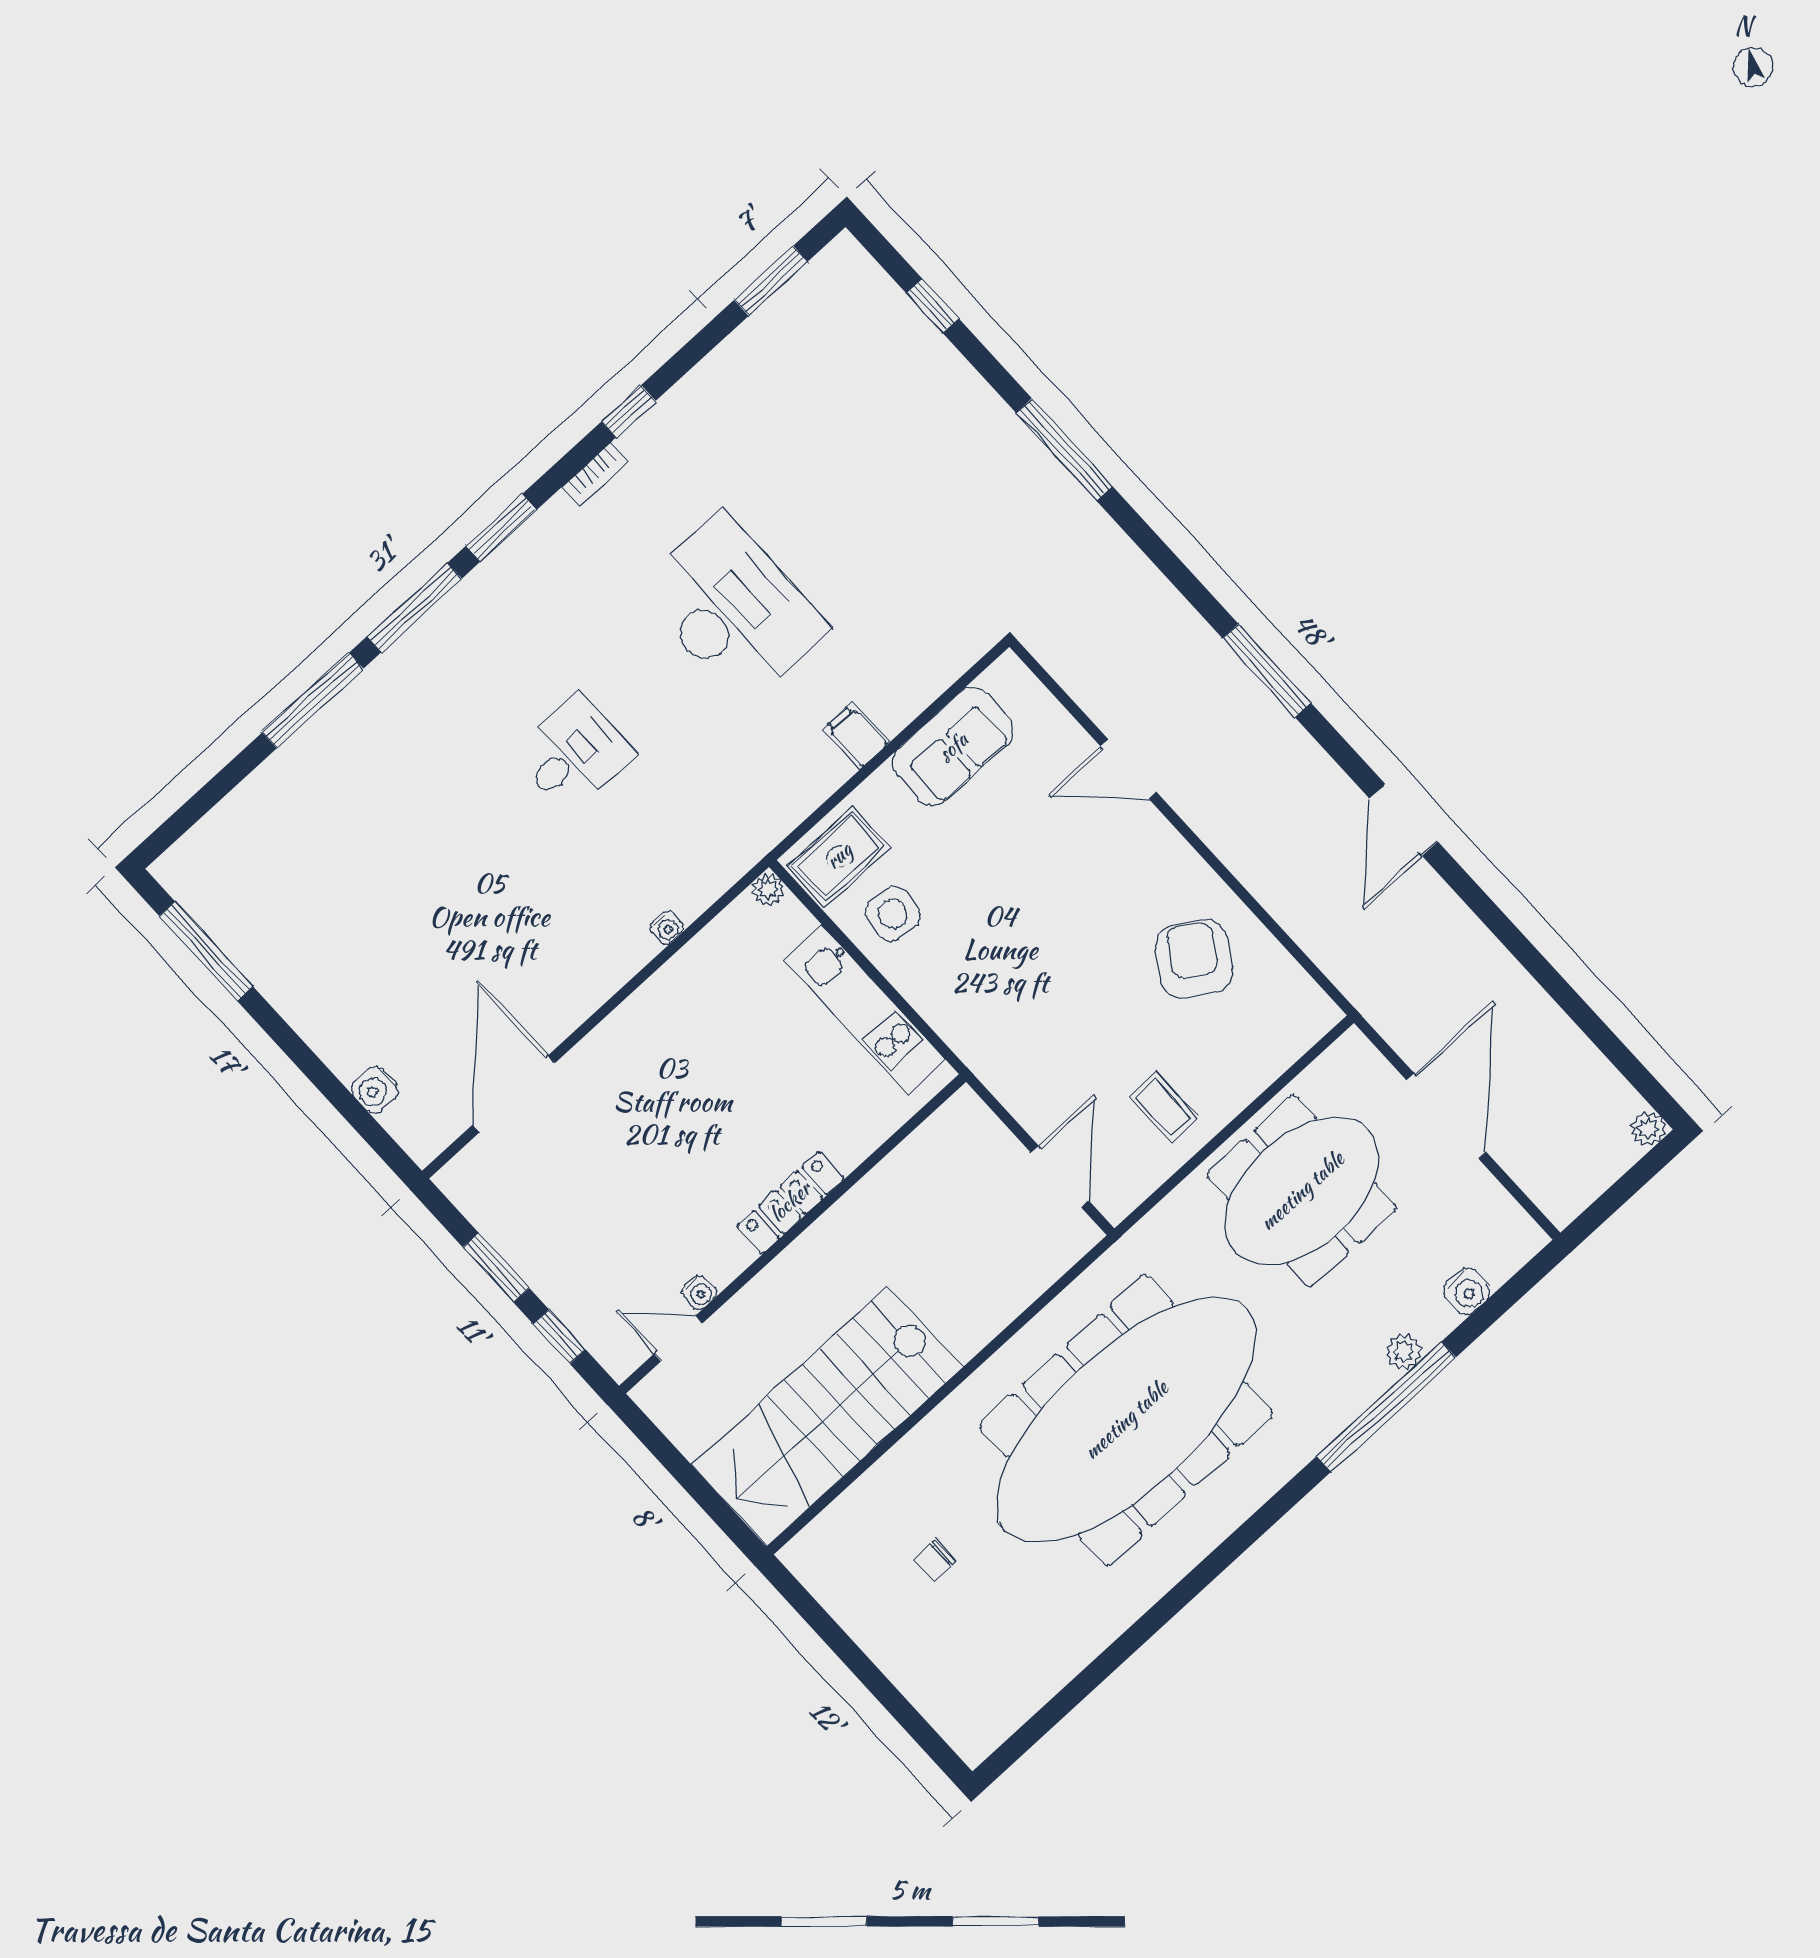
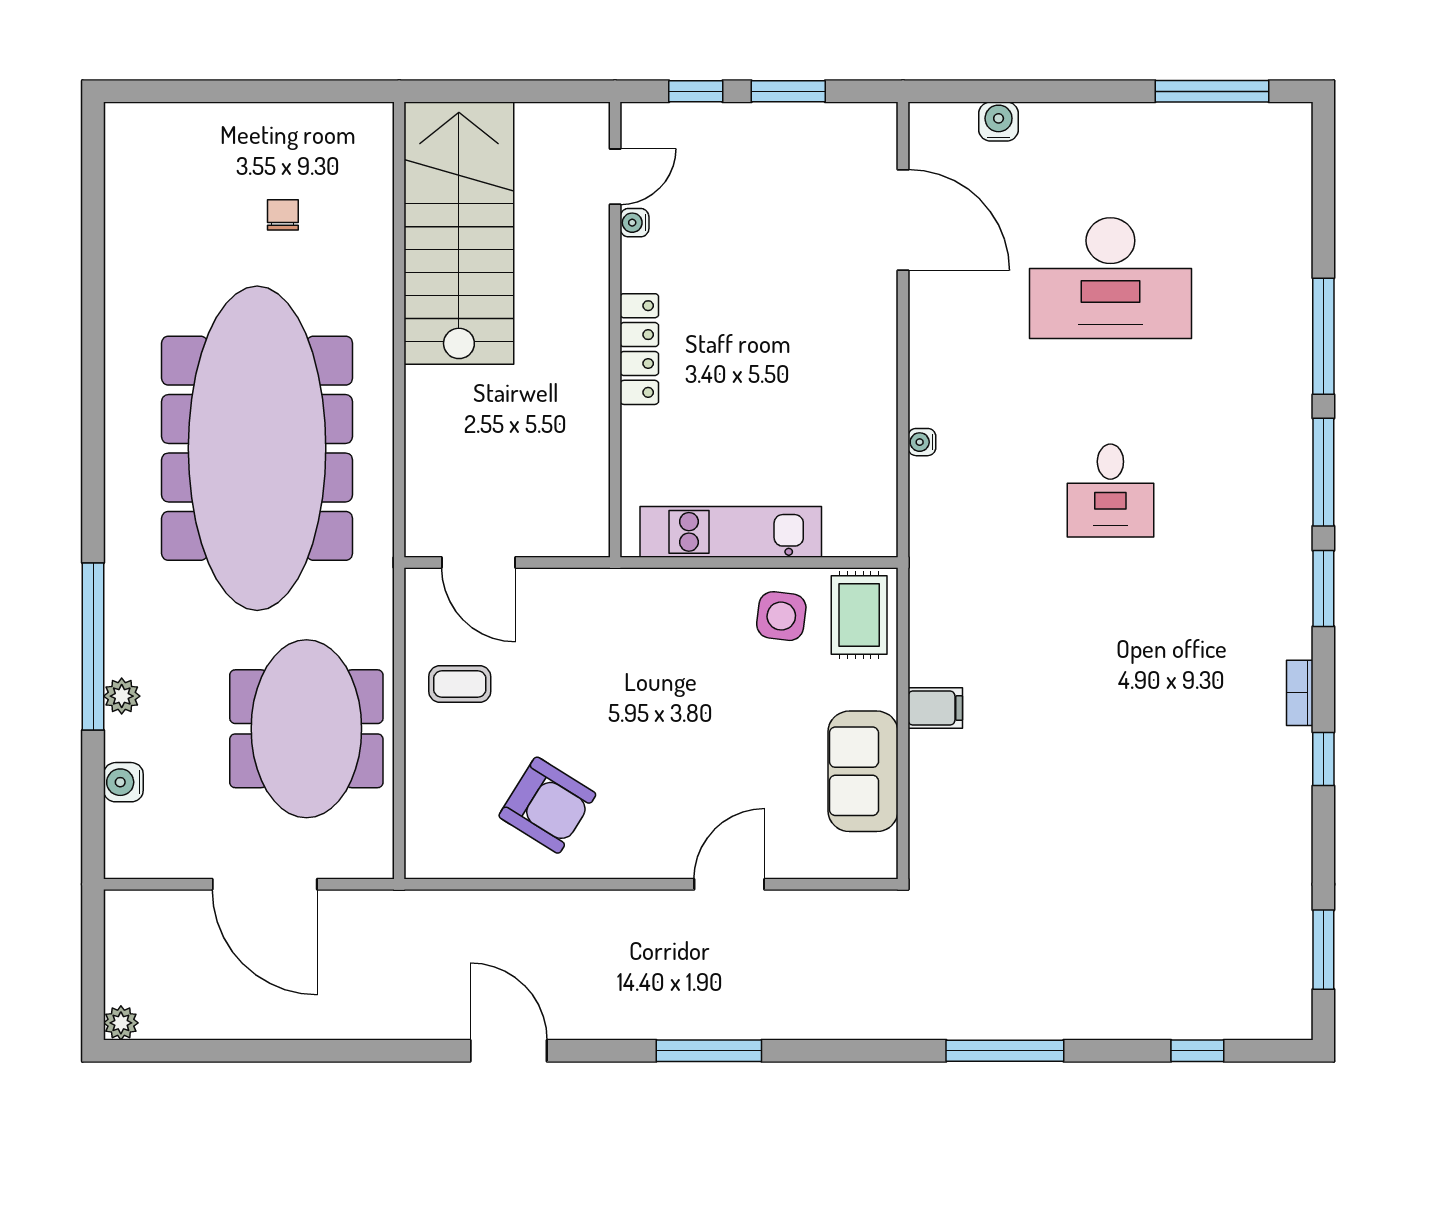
desk: (732, 609) -> (1110, 278), moved
plant: (768, 889) -> (882, 542), removed

